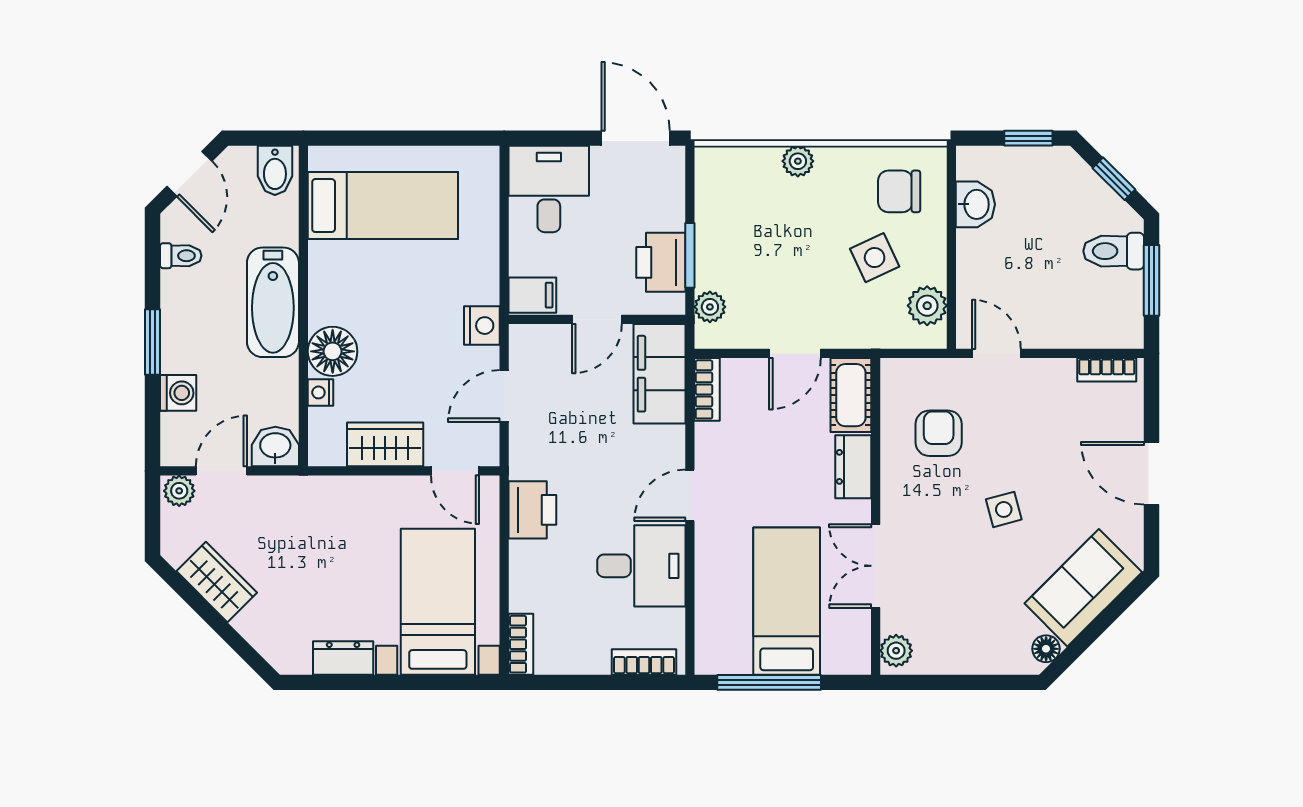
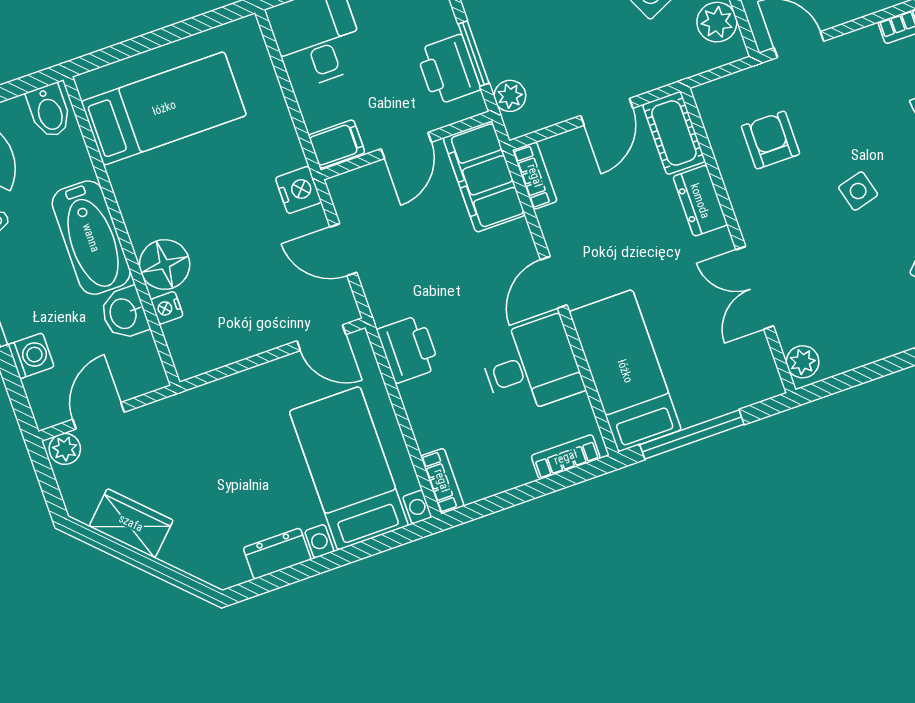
door: (504, 396) -> (343, 250), hinge flipped
wardrobe: (385, 444) -> (246, 336), removed
washbasin: (275, 447) -> (124, 313), moved, turned -90
bed: (787, 601) -> (625, 371), moved

